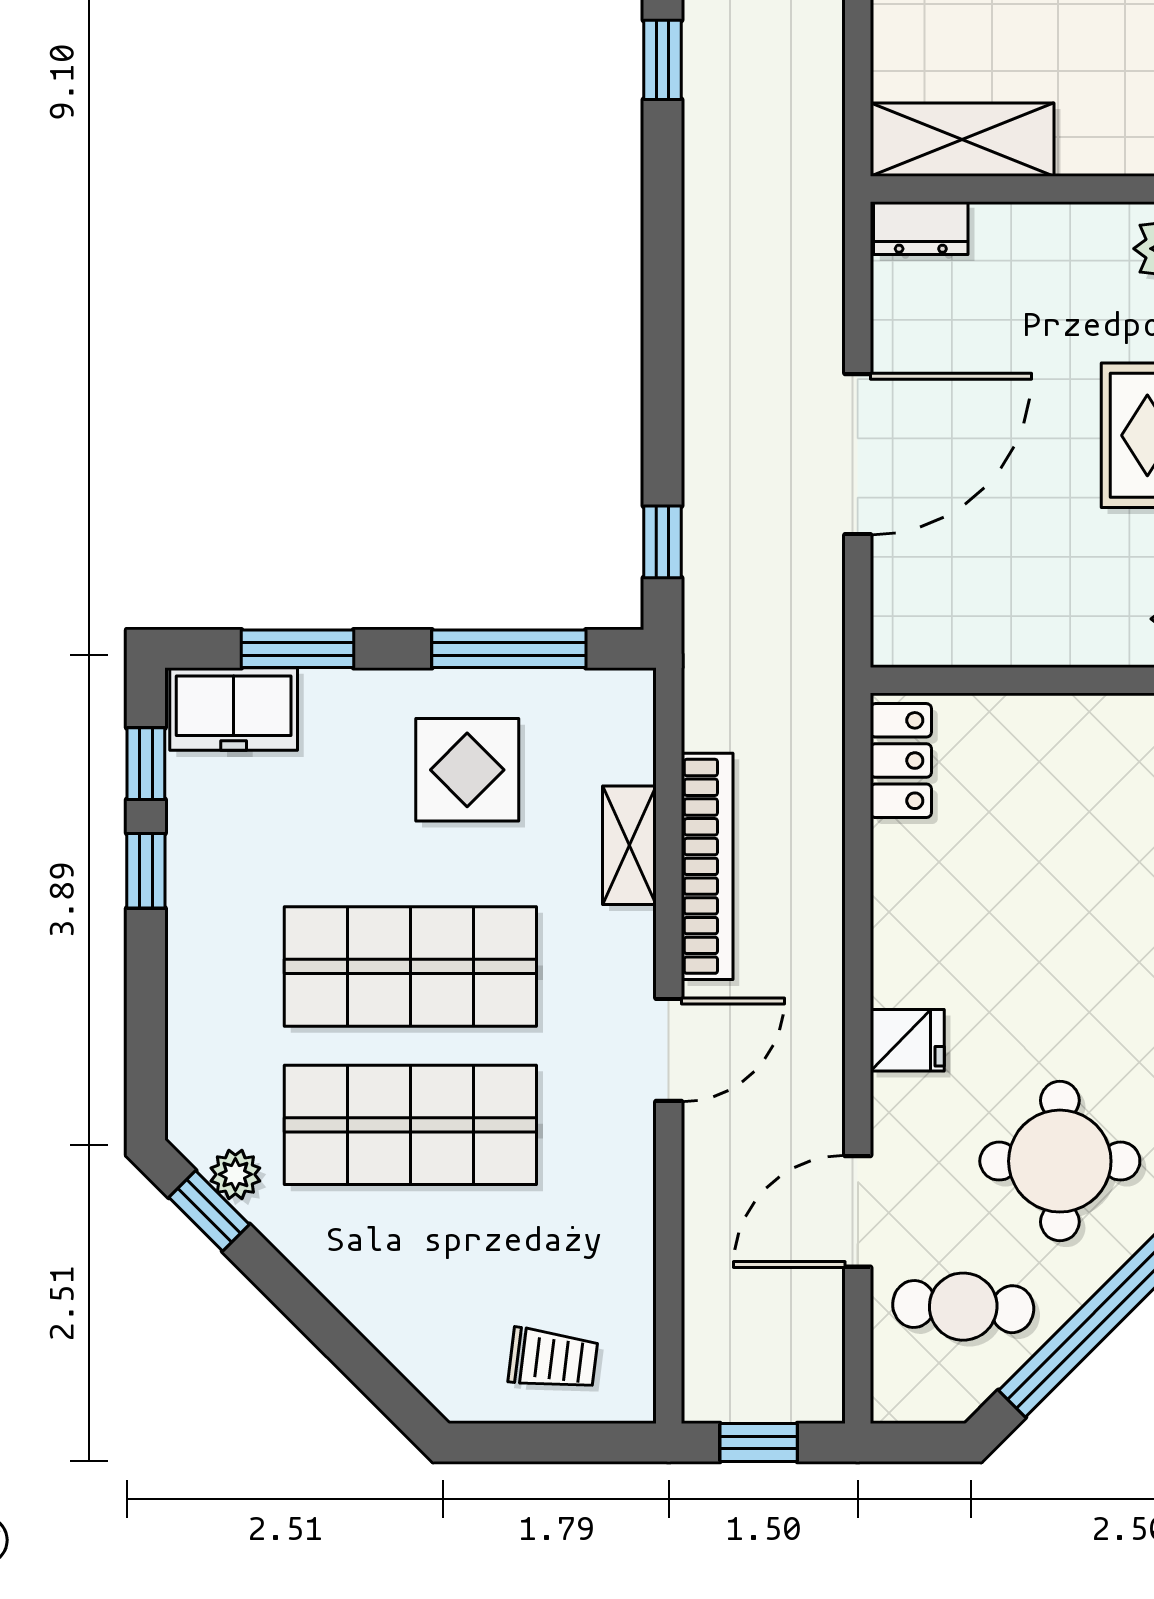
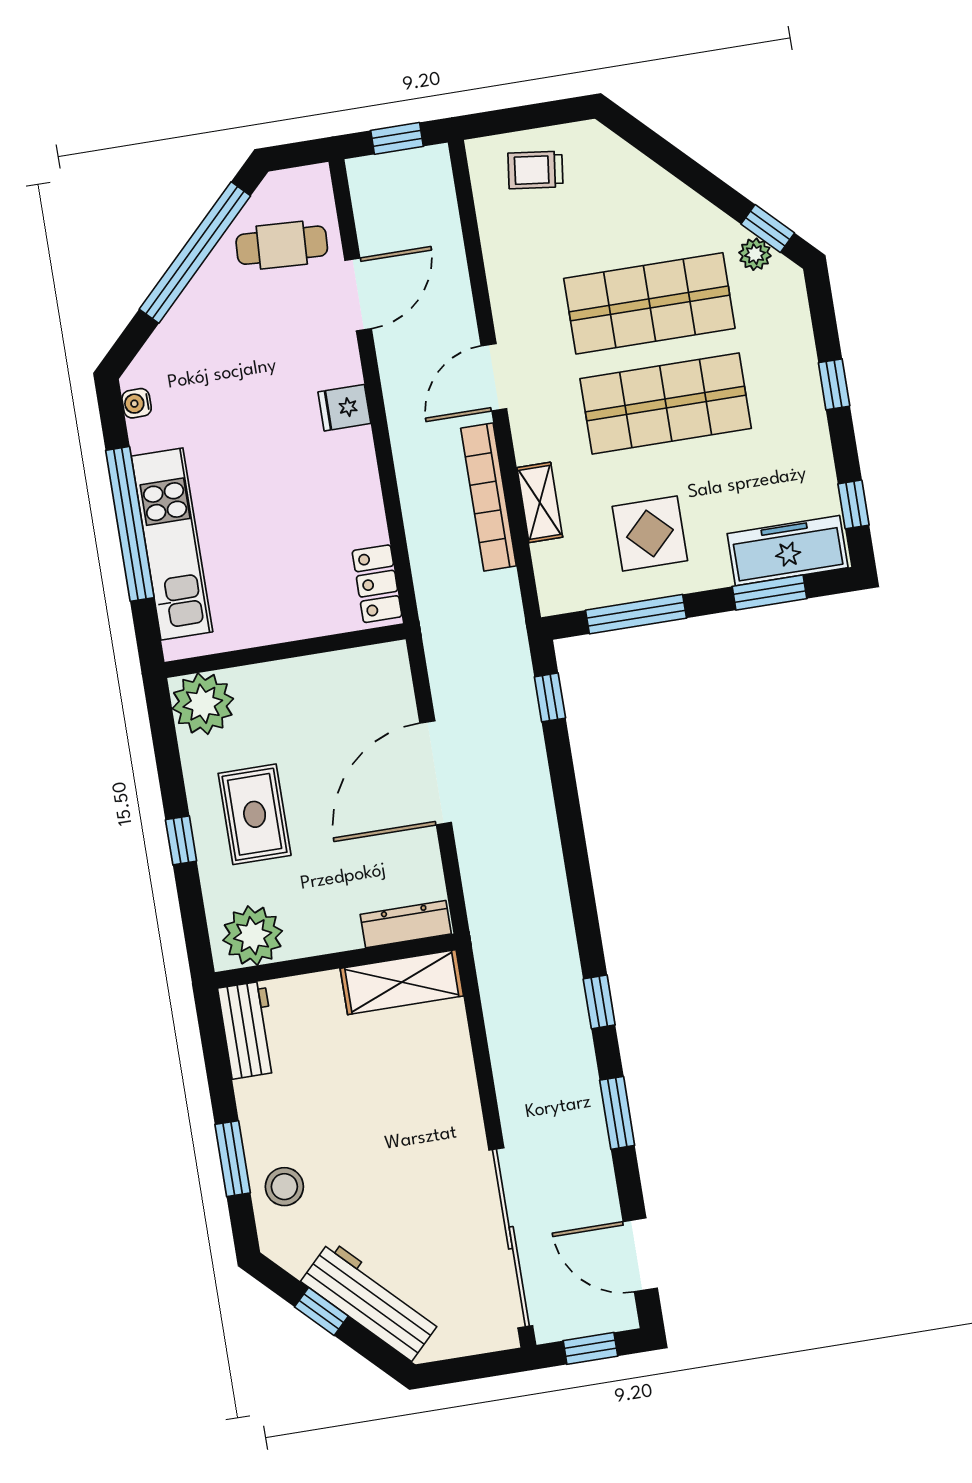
dresser: (921, 228) -> (406, 924), width x1.44
freezer: (234, 709) -> (788, 551), width x1.40
window: (146, 871) -> (834, 384), moved
round table: (1060, 1161) -> (236, 347), removed

